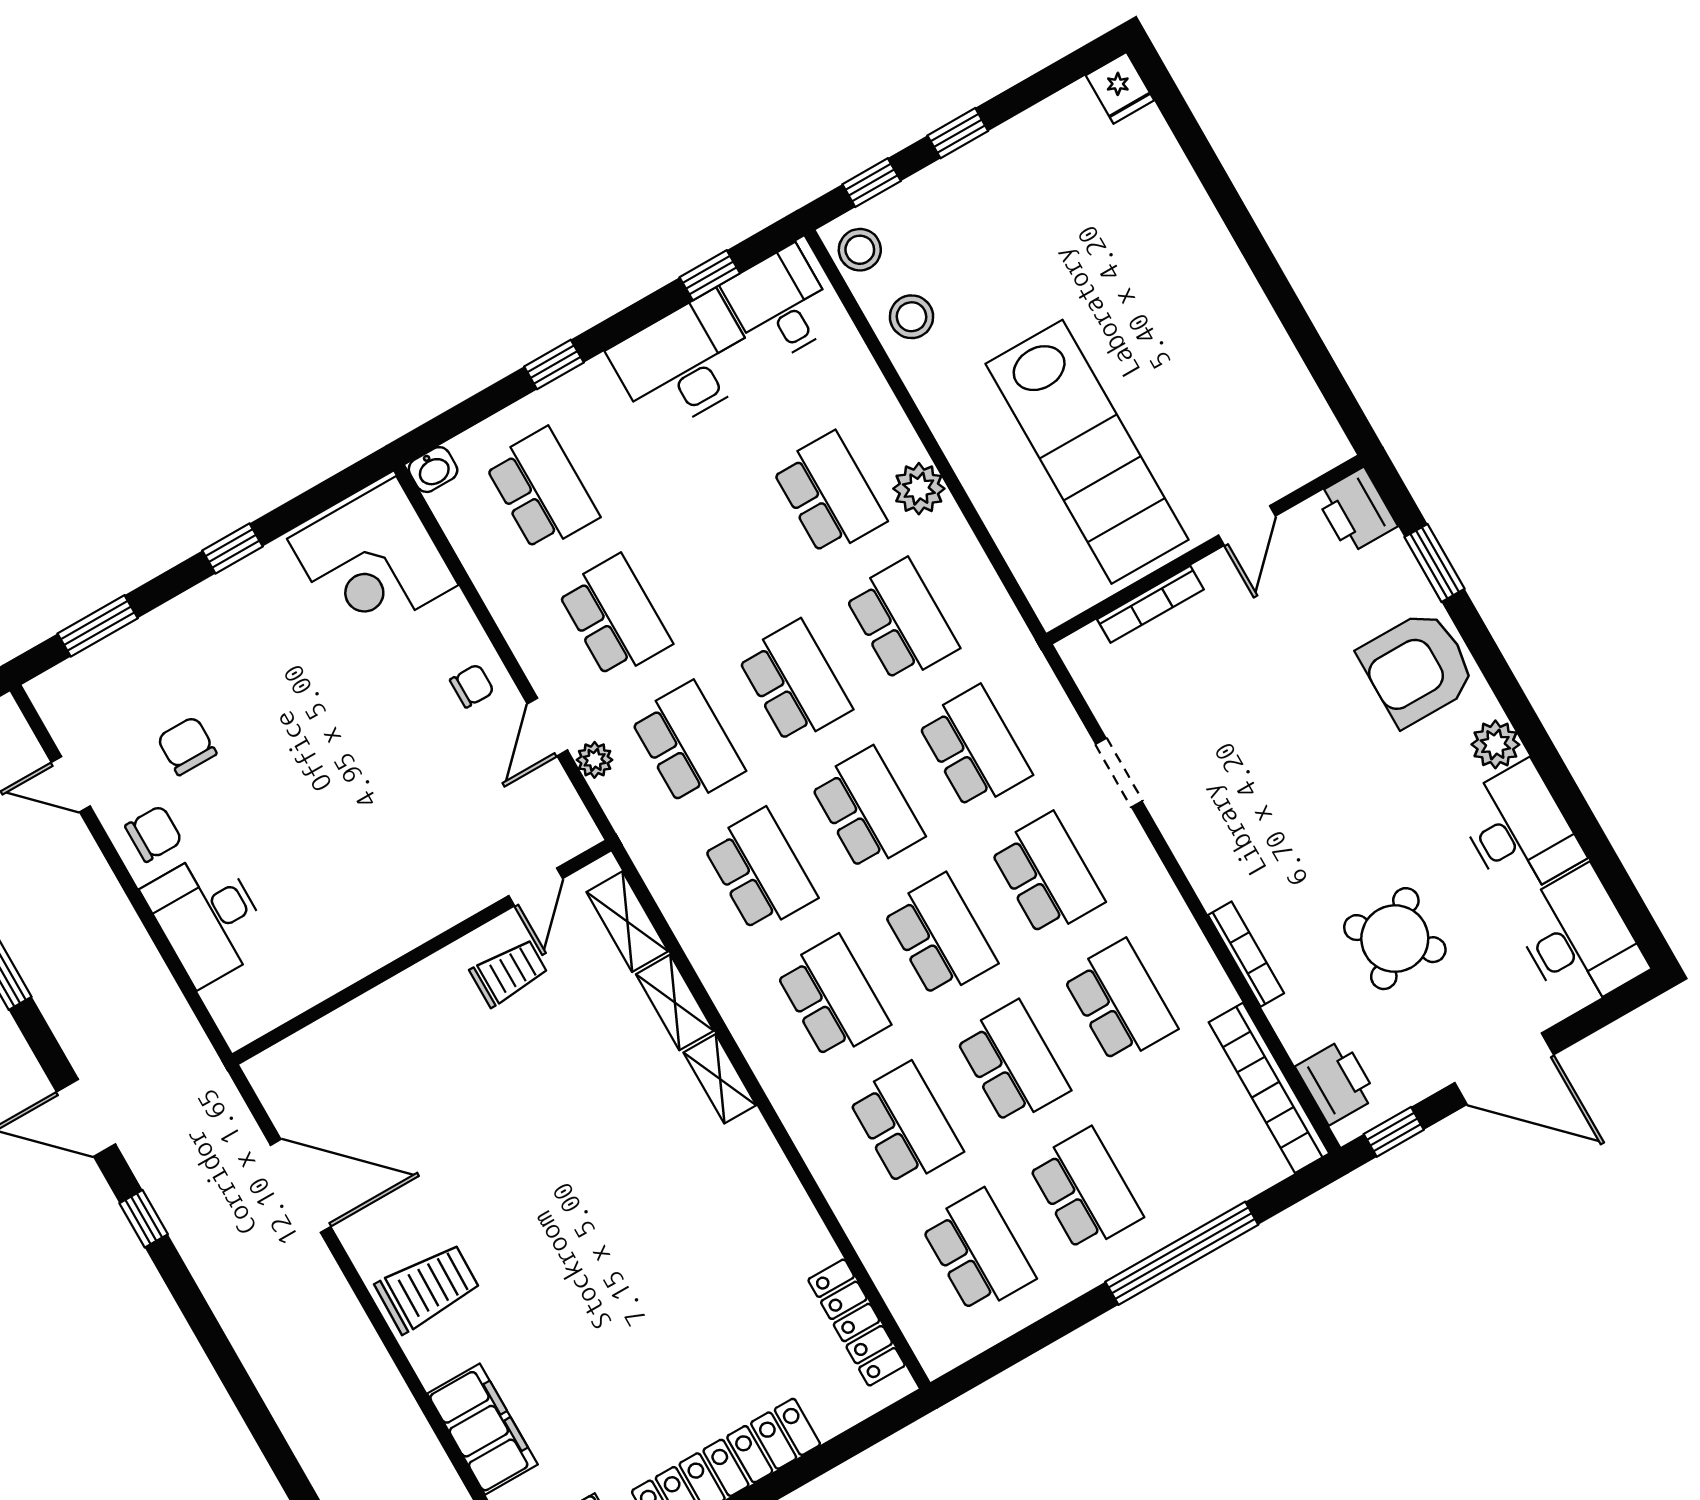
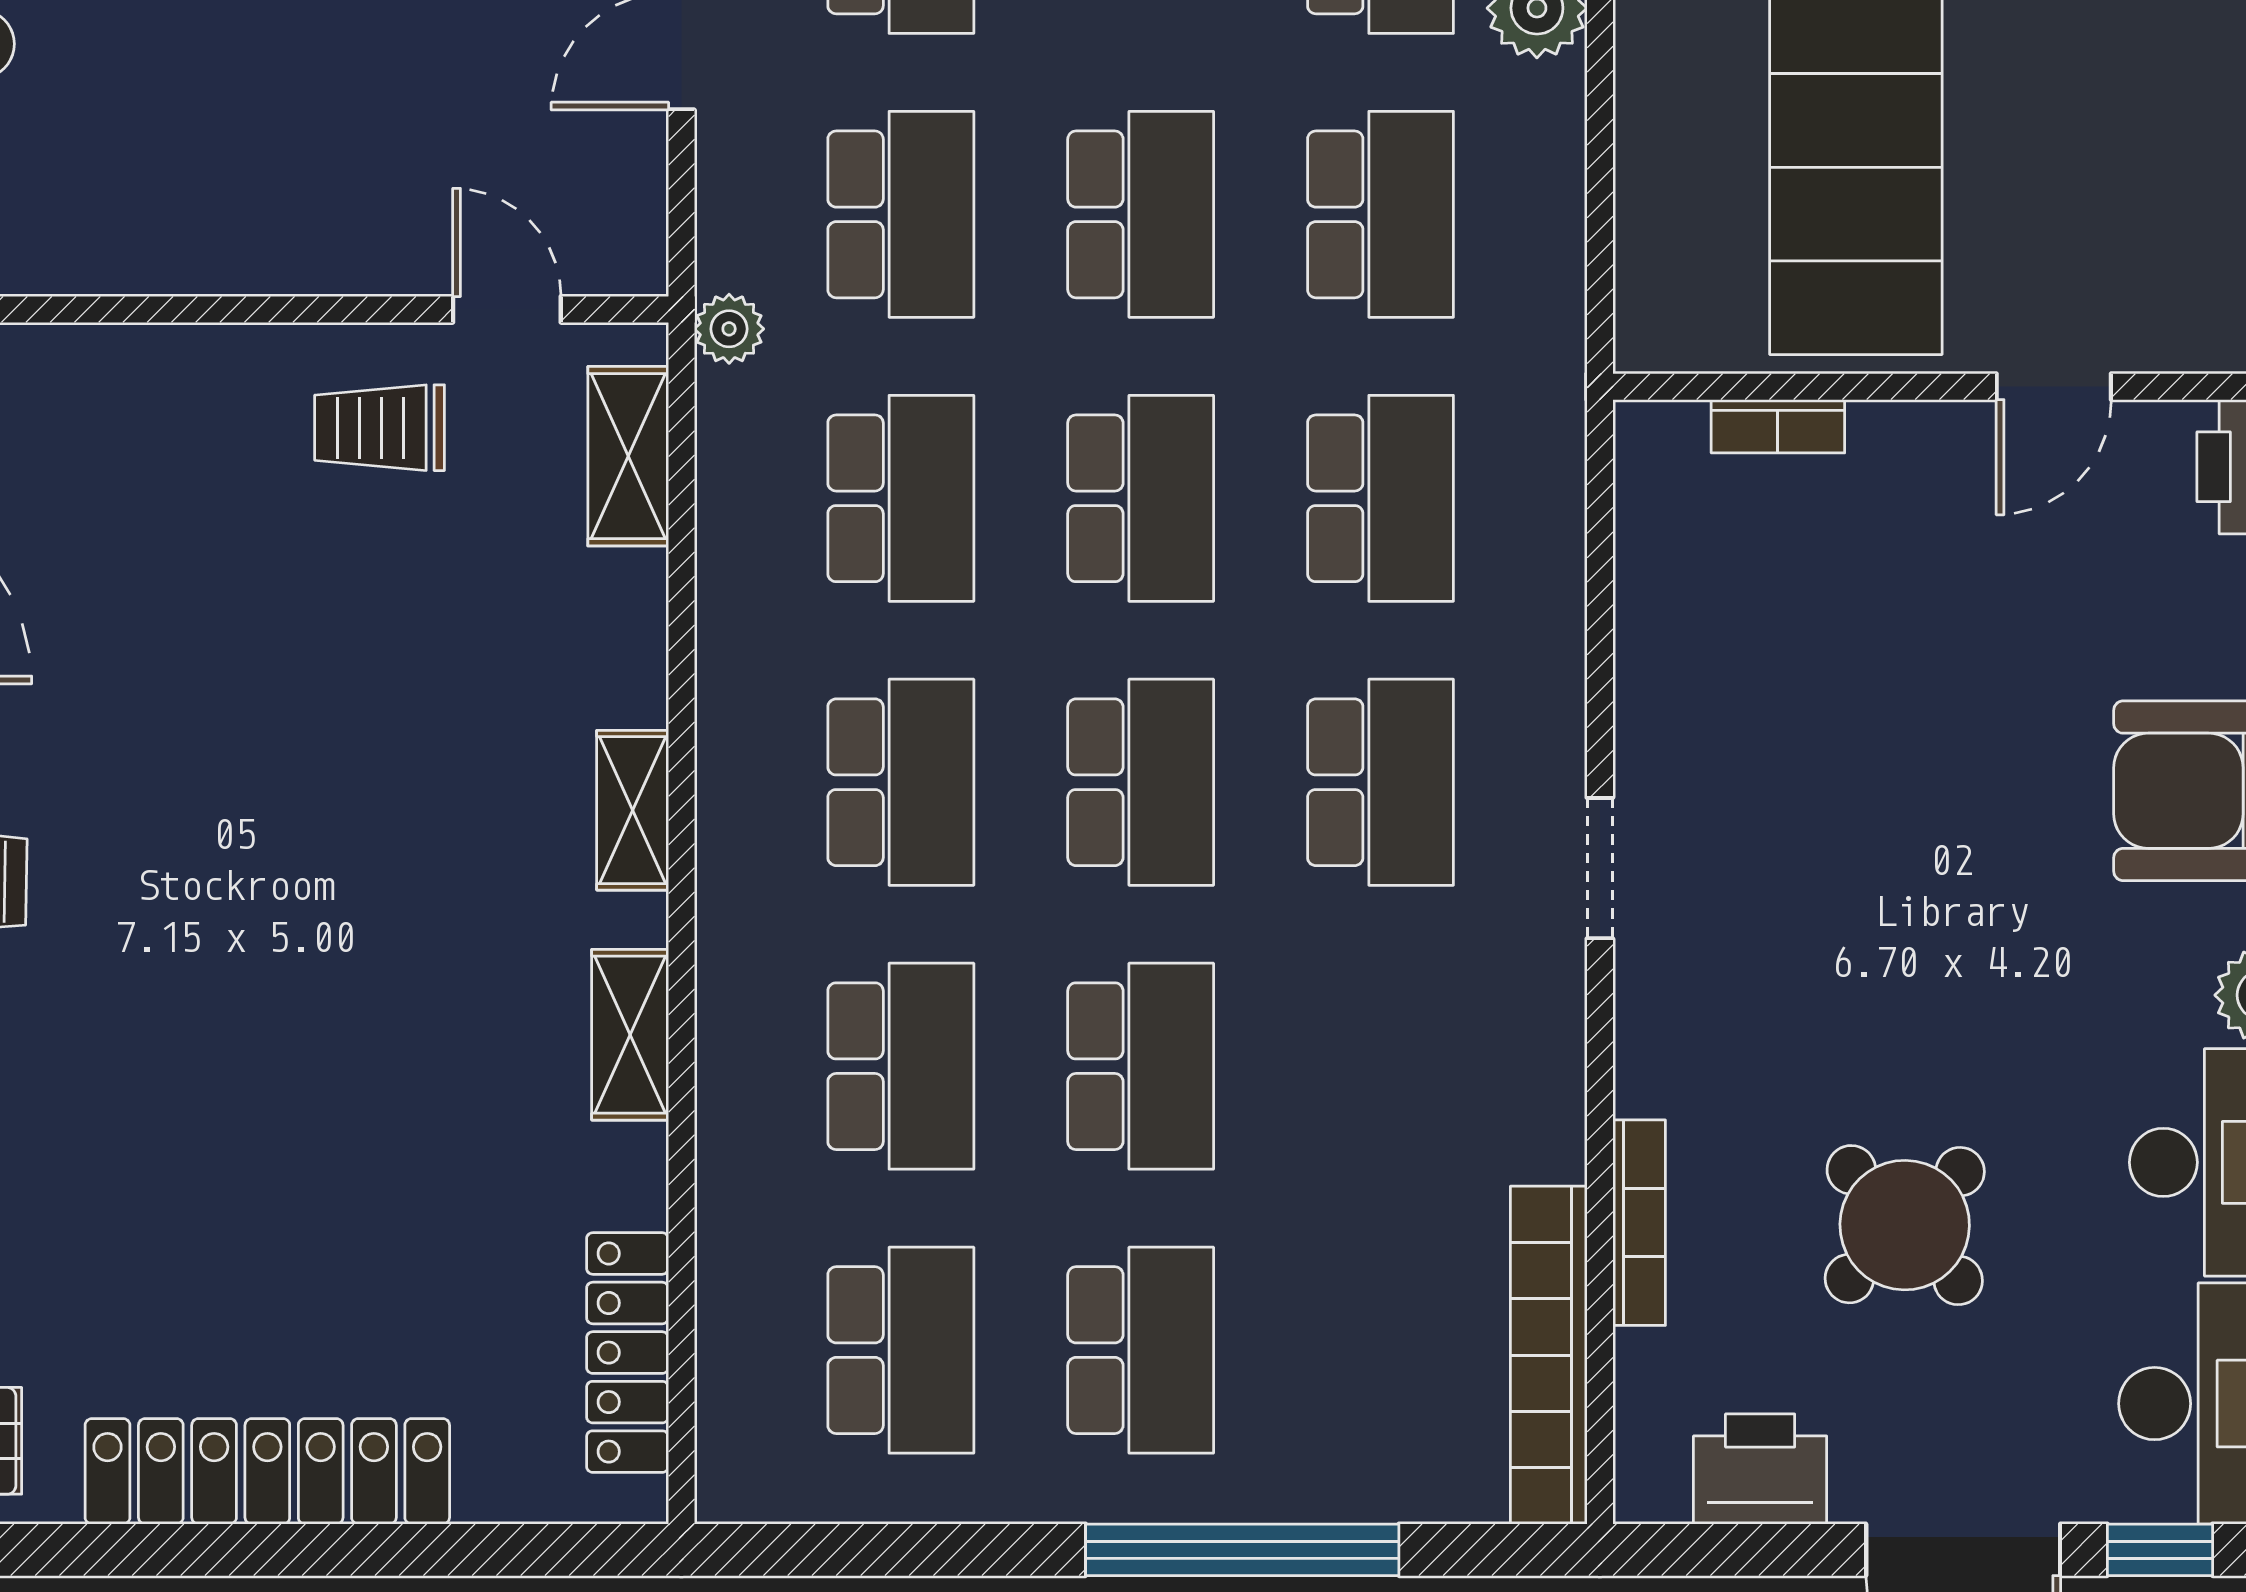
bookcase: (1150, 604) -> (1778, 426), width x0.64
plant: (595, 760) -> (729, 329), moved
doorway: (1119, 773) -> (1600, 868), moved
door: (536, 887) -> (507, 309), swing flipped
bookcase: (1246, 954) -> (1639, 1223), moved
trolley: (509, 973) -> (380, 428), turned 180
shelving: (675, 1002) -> (630, 1035), moved
school desk: (1120, 1002) -> (1380, 1066), removed
printer: (1336, 1082) -> (1760, 1469), moved, turned -90
window: (1394, 1132) -> (2160, 1550), moved

